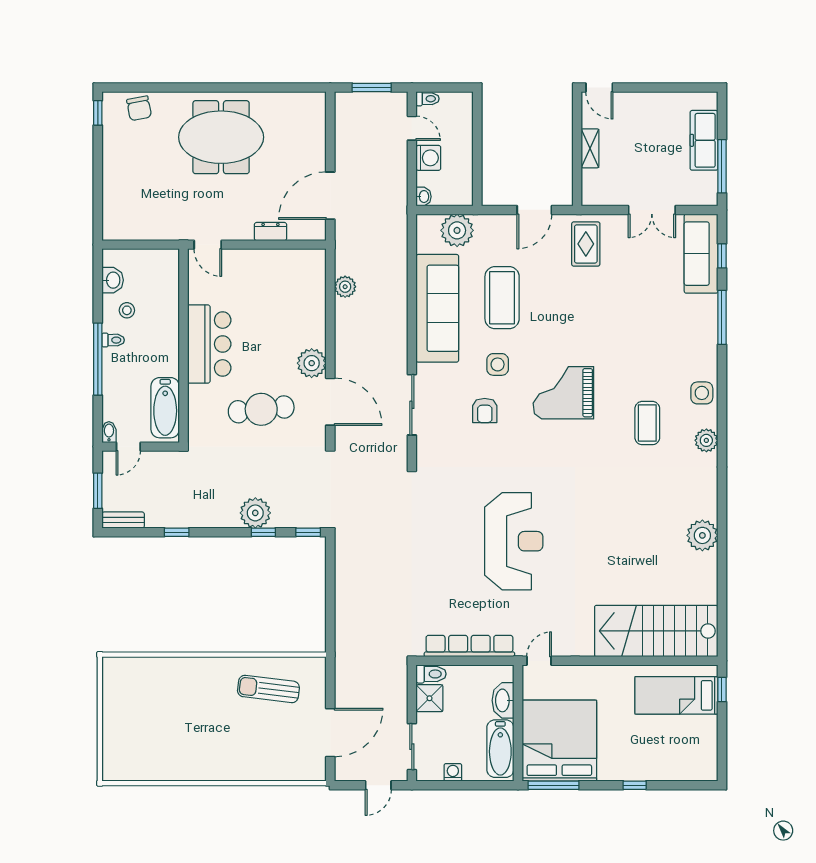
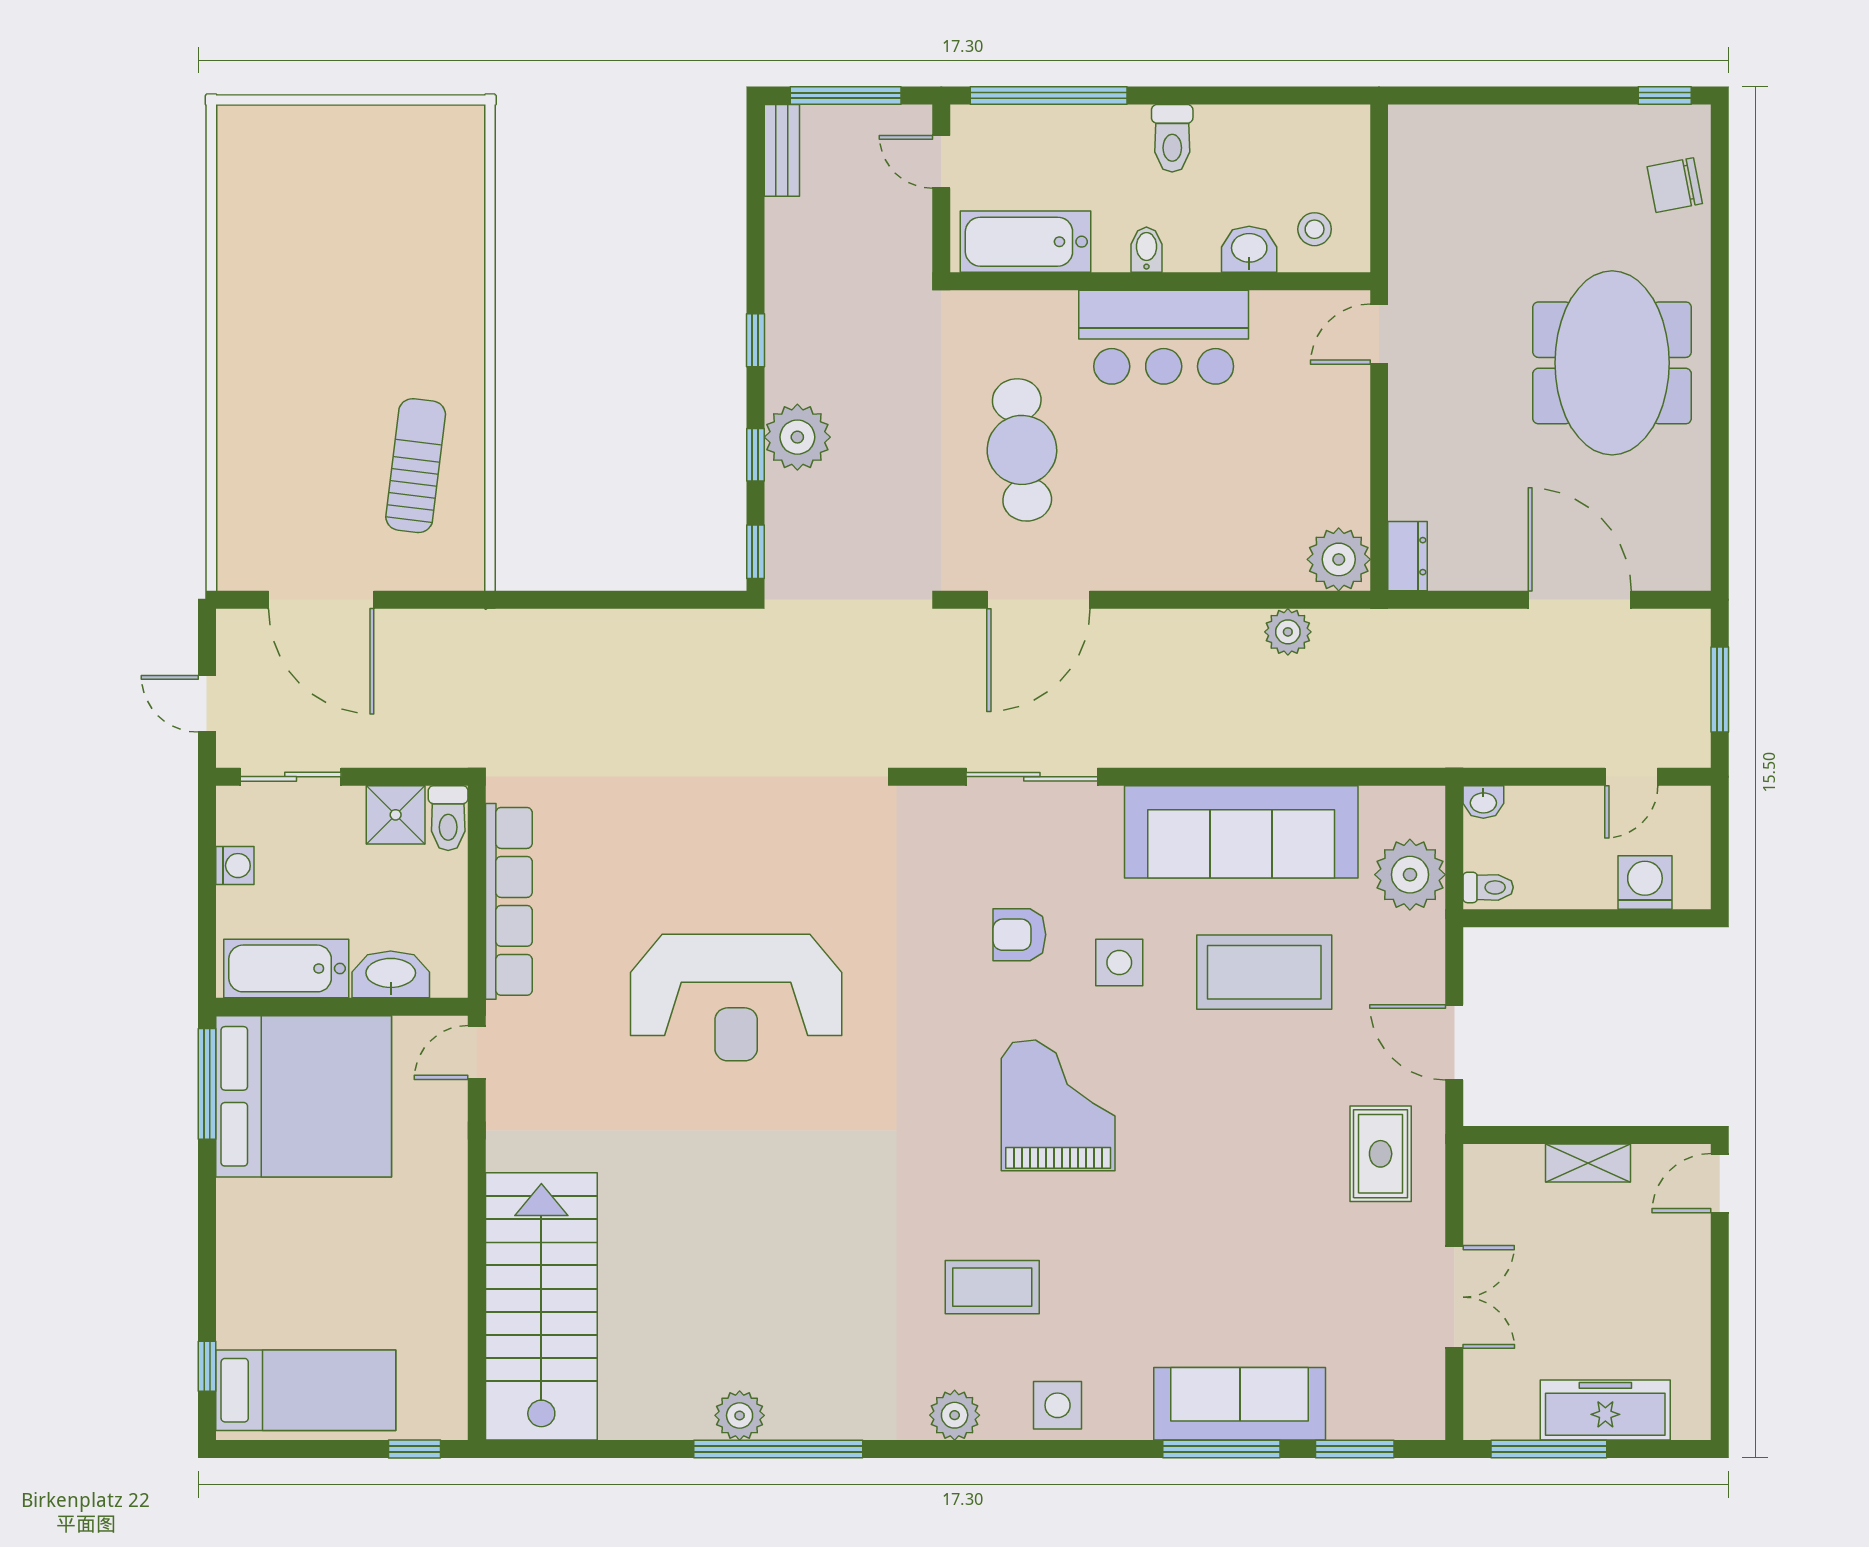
toilet: (427, 99) -> (1488, 887), moved, turned -90
washing machine: (428, 158) -> (1645, 883), moved, turned 180
door: (330, 196) -> (1580, 600), moved
double door: (652, 210) -> (1454, 1297), swing flipped
dresser: (270, 232) -> (1408, 556), moved
rug: (586, 244) -> (1381, 1154), turned 90
sofa: (701, 254) -> (1240, 1404), moved
window: (722, 256) -> (1355, 1449), width x1.50
washbasin: (113, 280) -> (1249, 249), moved, turned 180
stool: (127, 310) -> (1315, 229), moved
toilet: (113, 340) -> (1172, 138), width x1.37, depth x1.39
window: (98, 359) -> (1049, 96), moved
plant: (312, 363) -> (1339, 559), moved
bidet: (109, 432) -> (1146, 250), moved, turned -90
window: (98, 491) -> (846, 96), width x1.44
window: (722, 522) -> (778, 1449), added
window: (177, 532) -> (755, 340), moved
plant: (702, 535) -> (740, 1415), width x0.73, depth x0.73
door: (539, 661) -> (477, 1052), swing flipped
bed: (676, 695) -> (306, 1390), moved, turned 90
window: (635, 785) -> (207, 1366), moved

